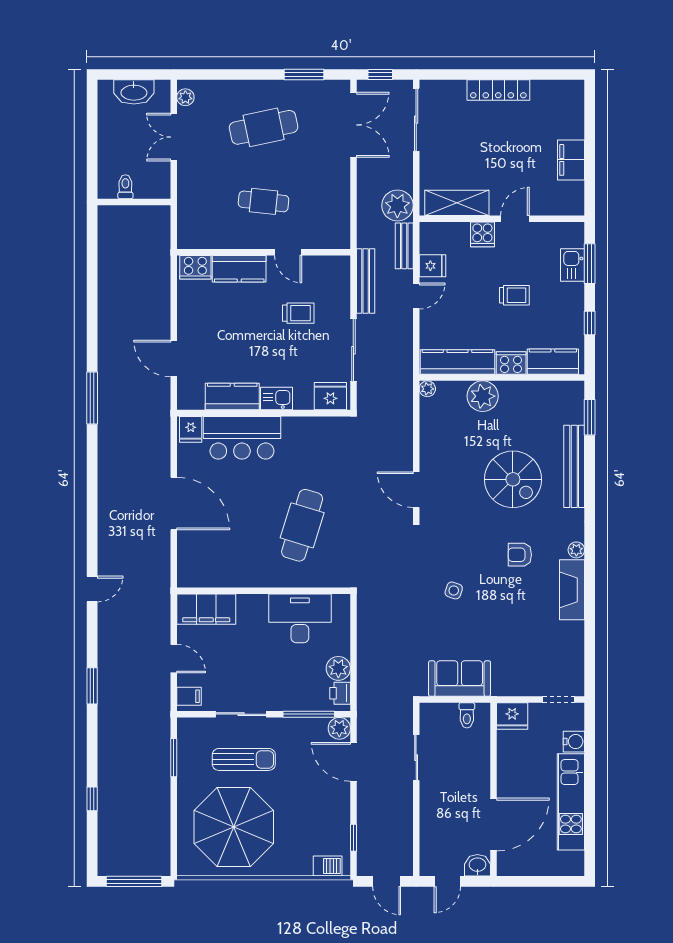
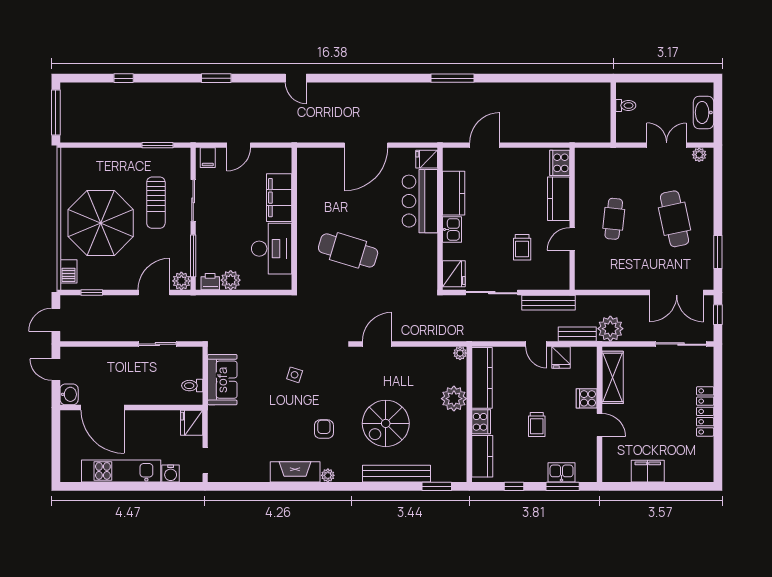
filing cabinet: (206, 609) -> (279, 198), moved
parasol: (234, 827) -> (101, 223), moved

